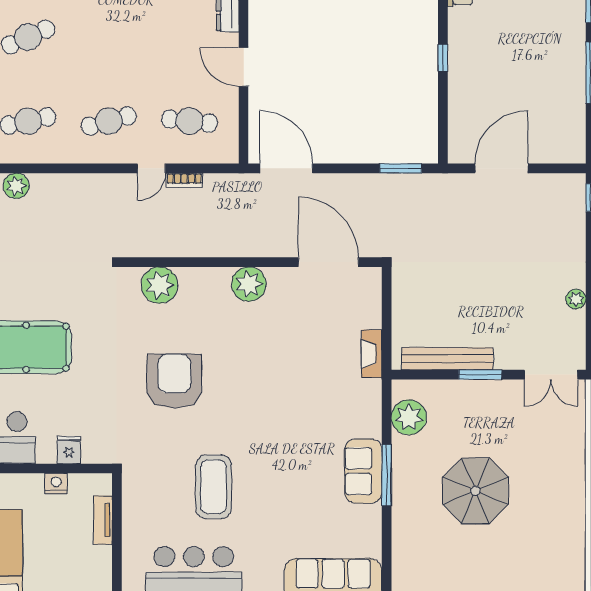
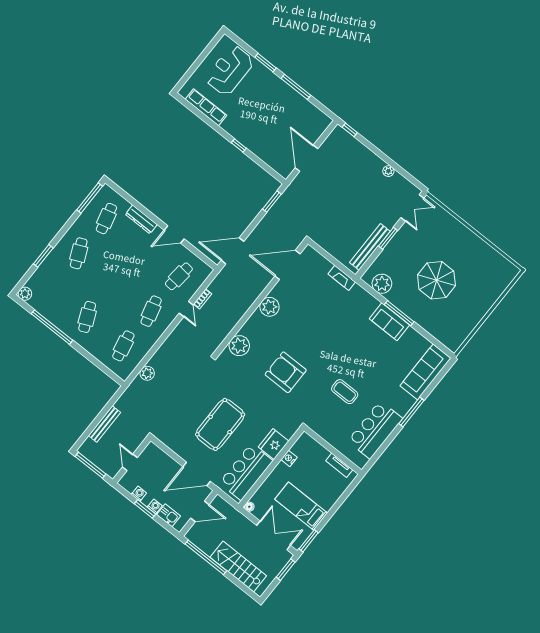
fridge: (69, 450) -> (274, 444), width x1.88, depth x1.34
coffee table: (214, 487) -> (345, 392), width x0.73, depth x0.76
tv unit: (103, 520) -> (339, 465), moved

